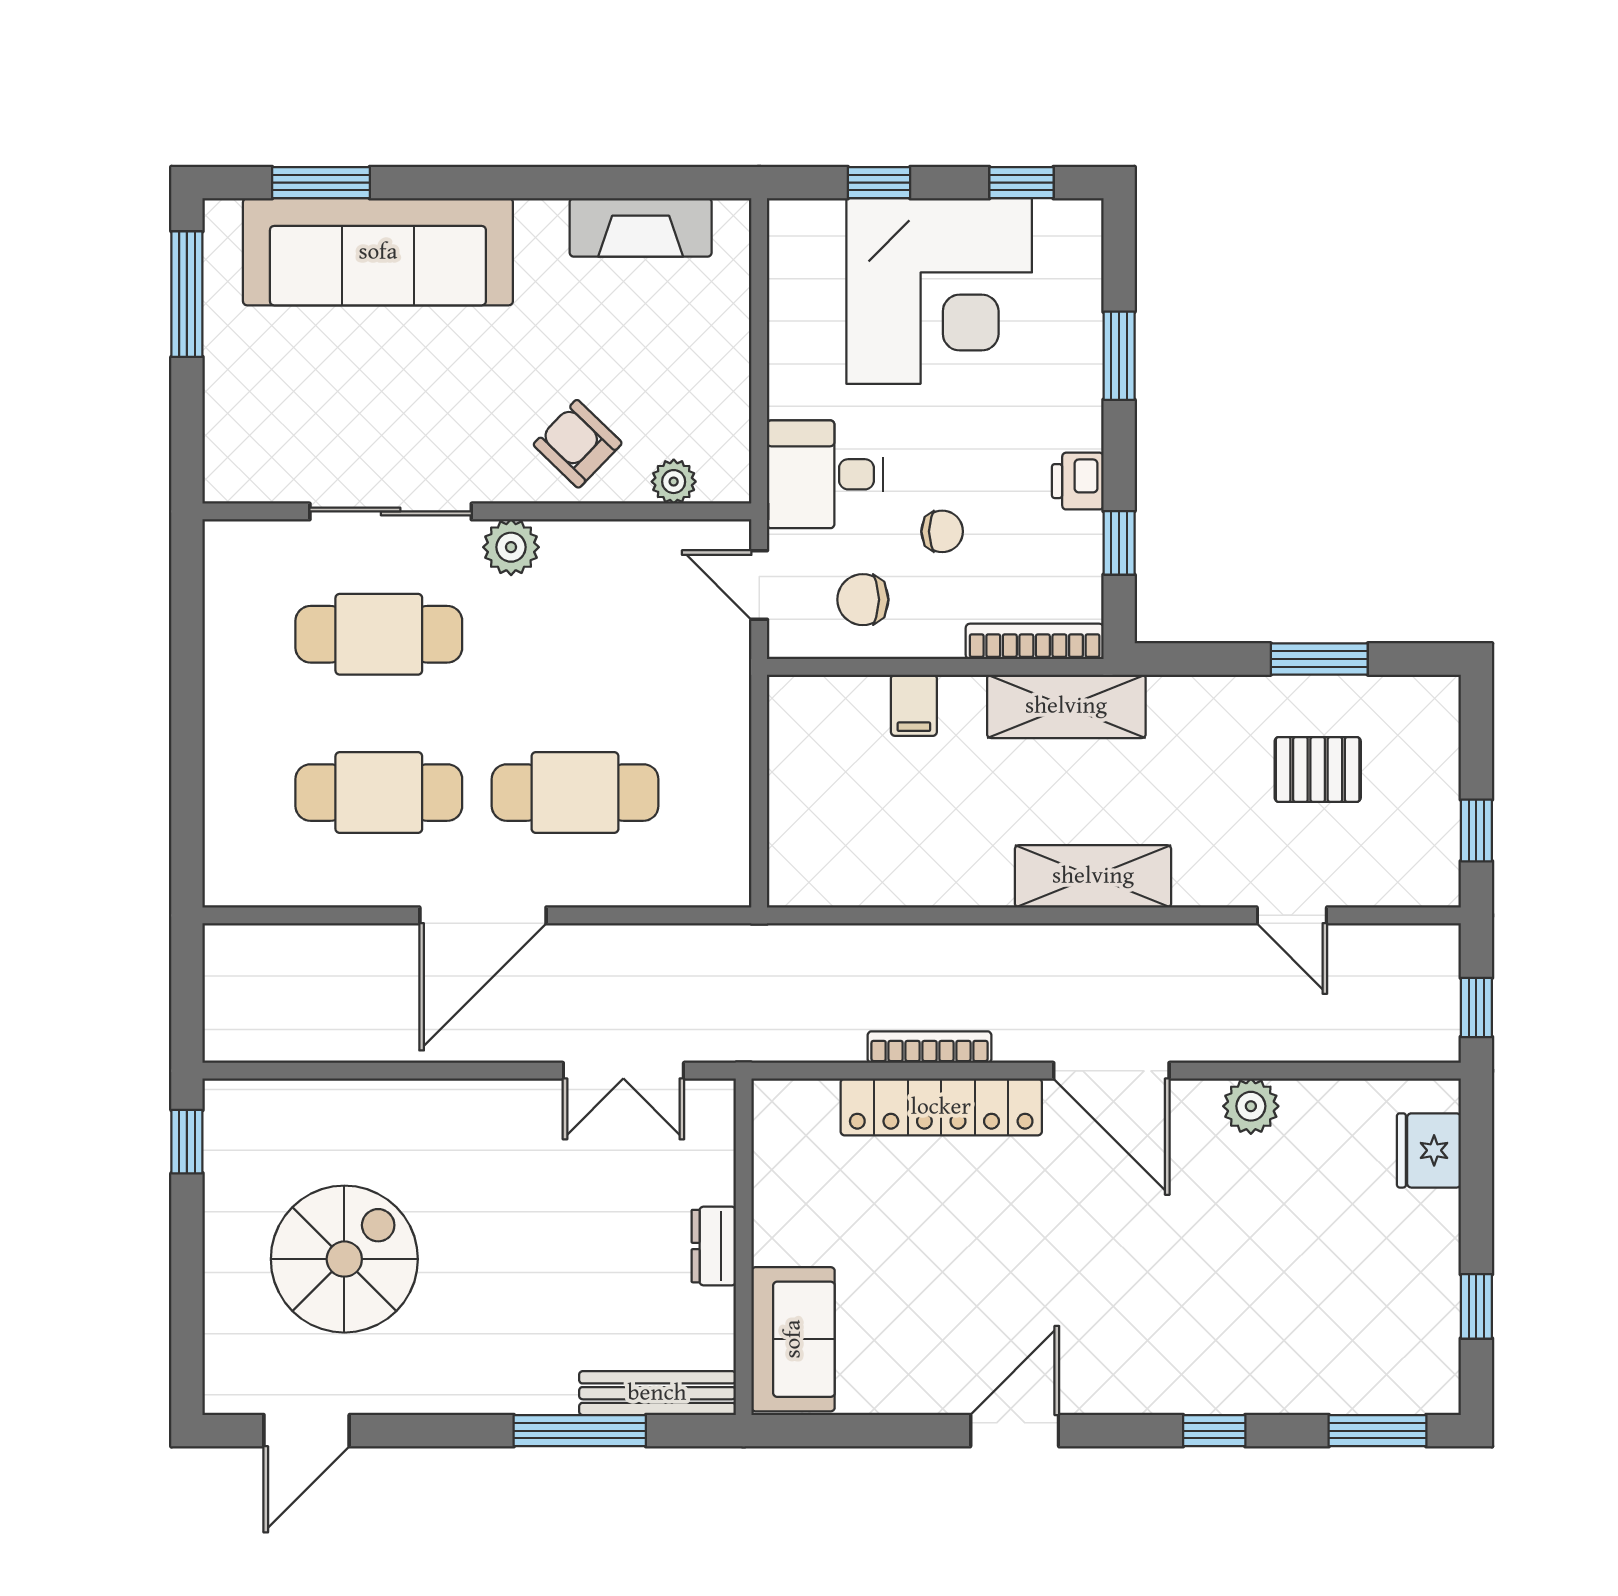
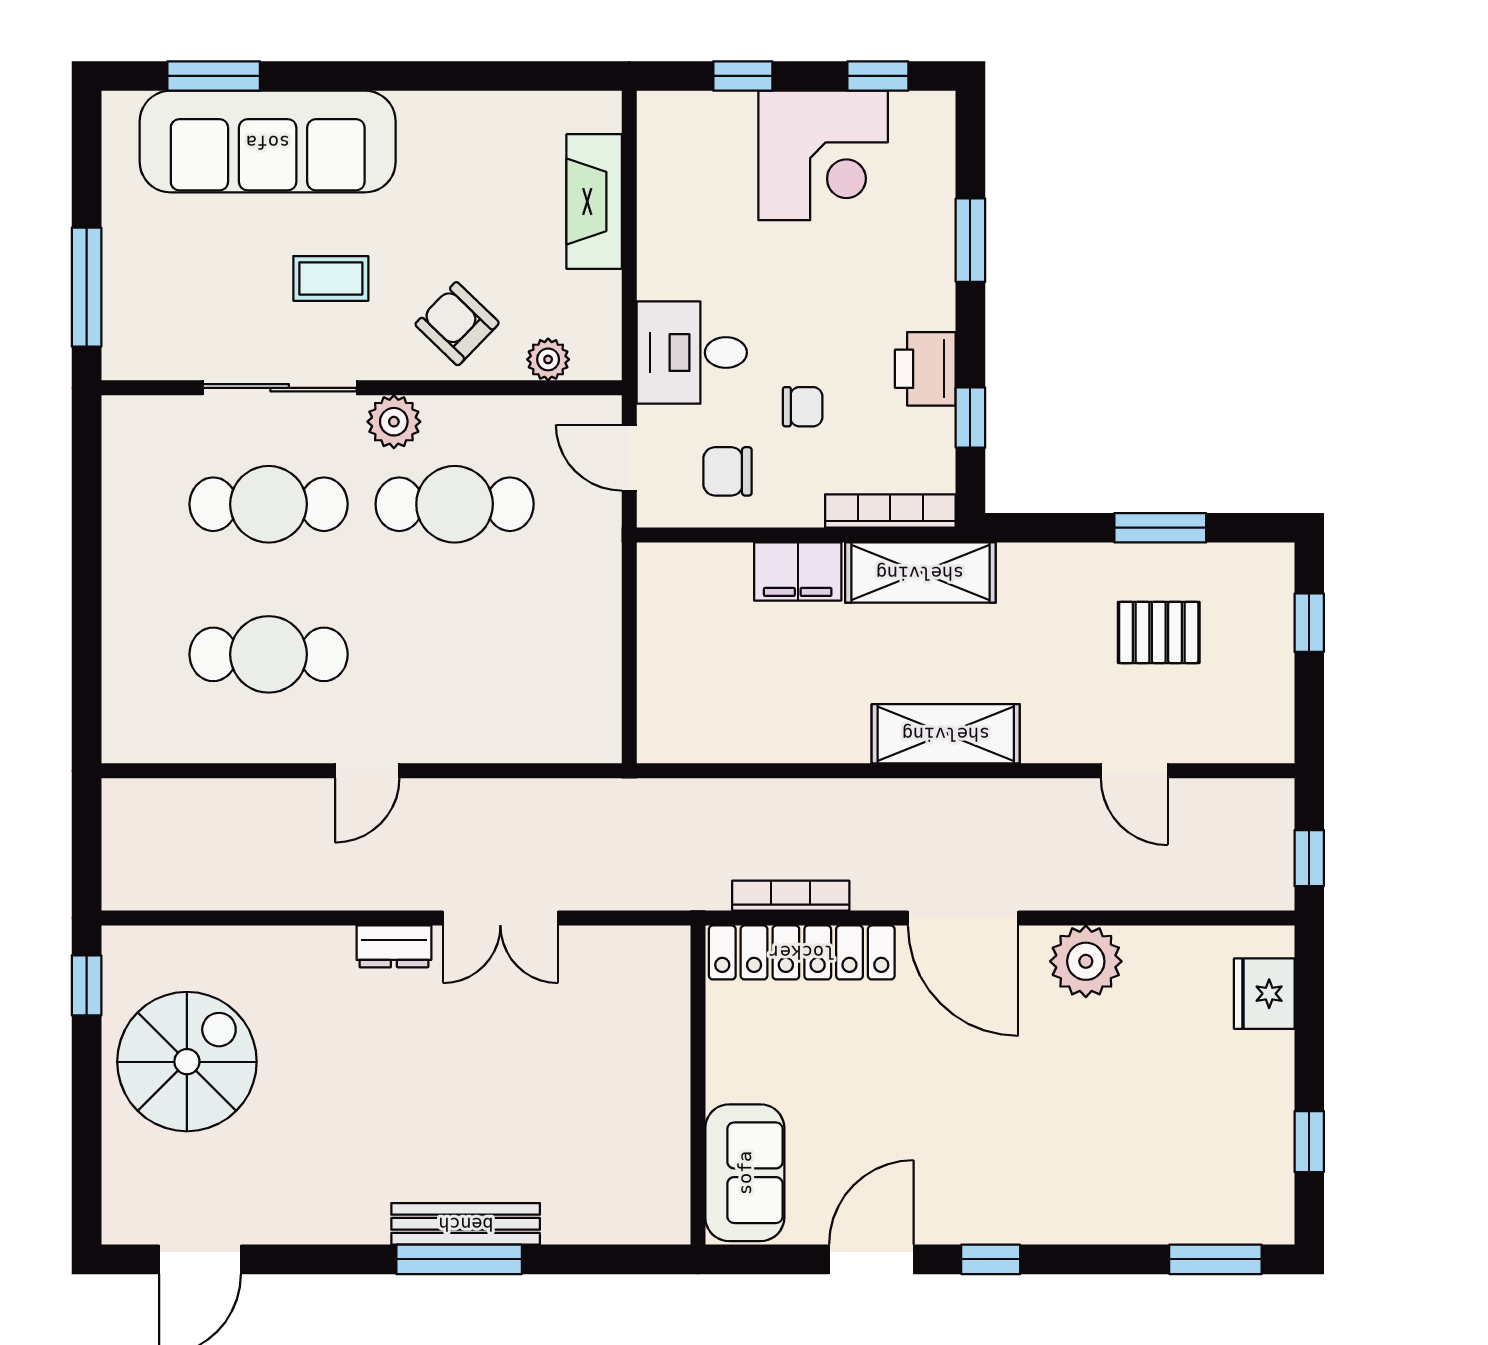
fireplace: (641, 227) -> (594, 201), moved, turned 90
corner desk: (939, 291) -> (823, 155), width x0.74, depth x0.74
window: (187, 294) -> (87, 287), moved
coffee table: (444, 396) -> (331, 278), added
printer: (1078, 481) -> (925, 369), width x1.36, depth x1.24
filing cabinet: (914, 705) -> (798, 572), width x2.00
cafe table: (575, 793) -> (455, 504), moved
window: (1476, 830) -> (1309, 623), moved
door: (483, 915) -> (367, 771), width x0.53
plant: (1251, 1106) -> (1086, 961), width x1.36, depth x1.36
dresser: (714, 1246) -> (394, 946), moved, turned -90
wall: (744, 1247) -> (698, 1085), moved
spiral stairs: (344, 1259) -> (187, 1062), moved
sofa: (793, 1339) -> (745, 1173), moved
bench: (657, 1393) -> (466, 1224), moved
window: (1214, 1431) -> (991, 1259), moved

